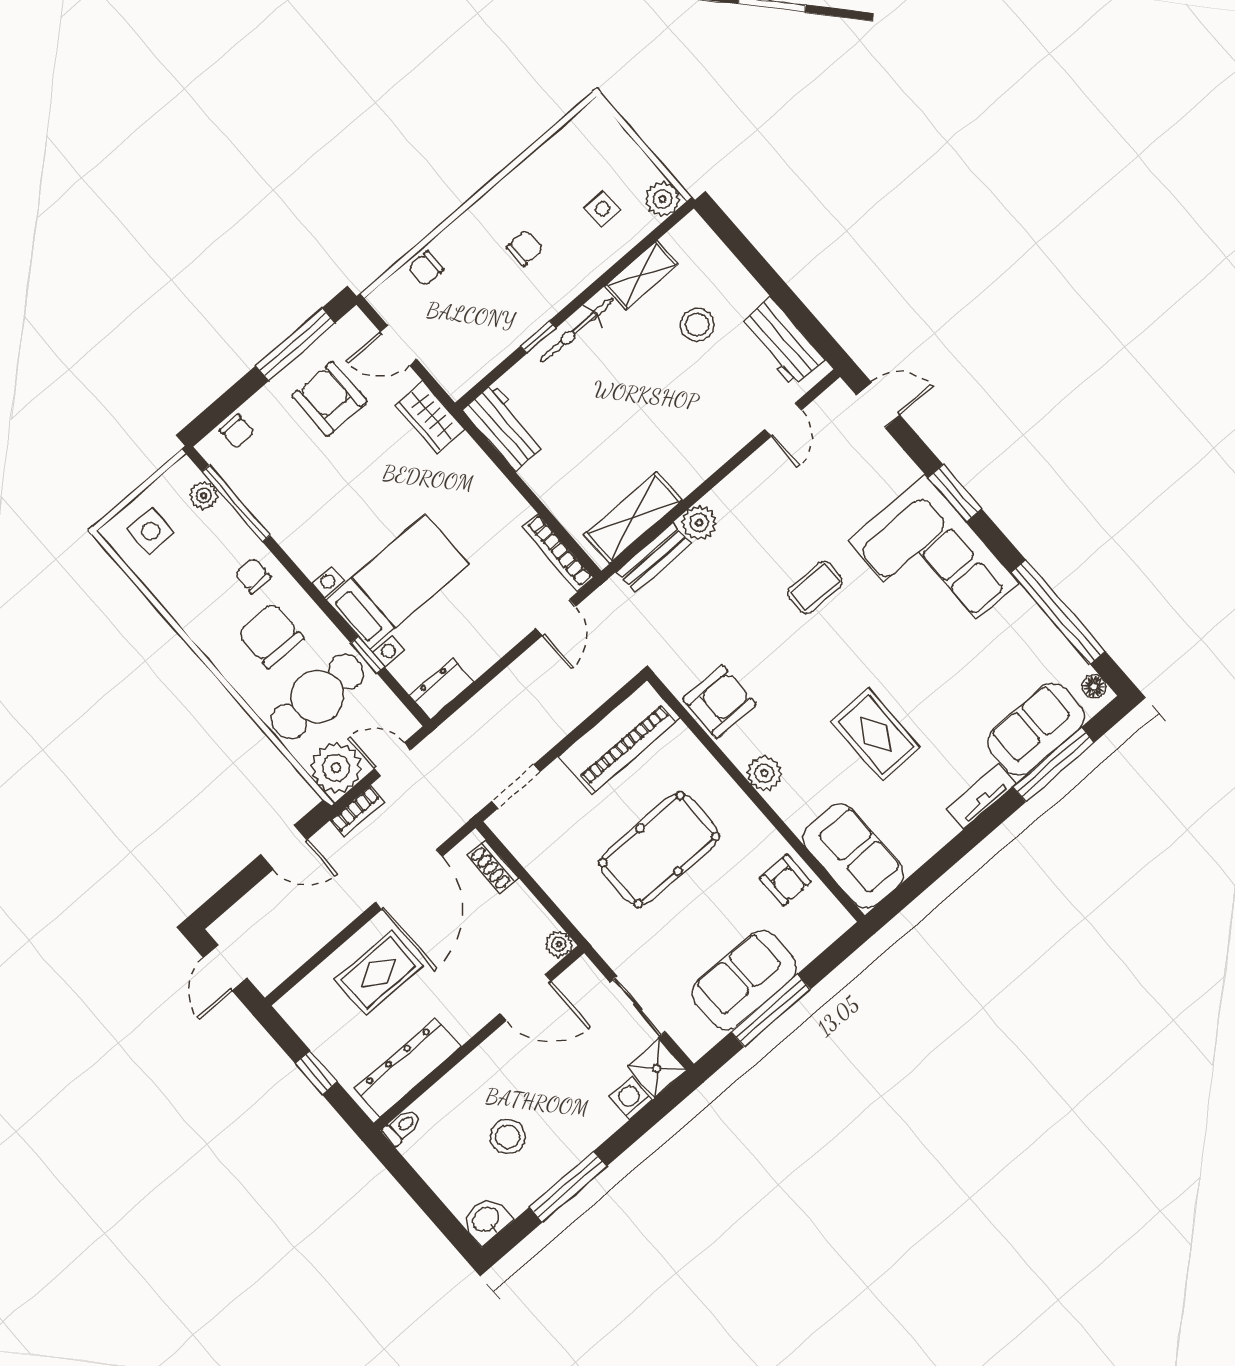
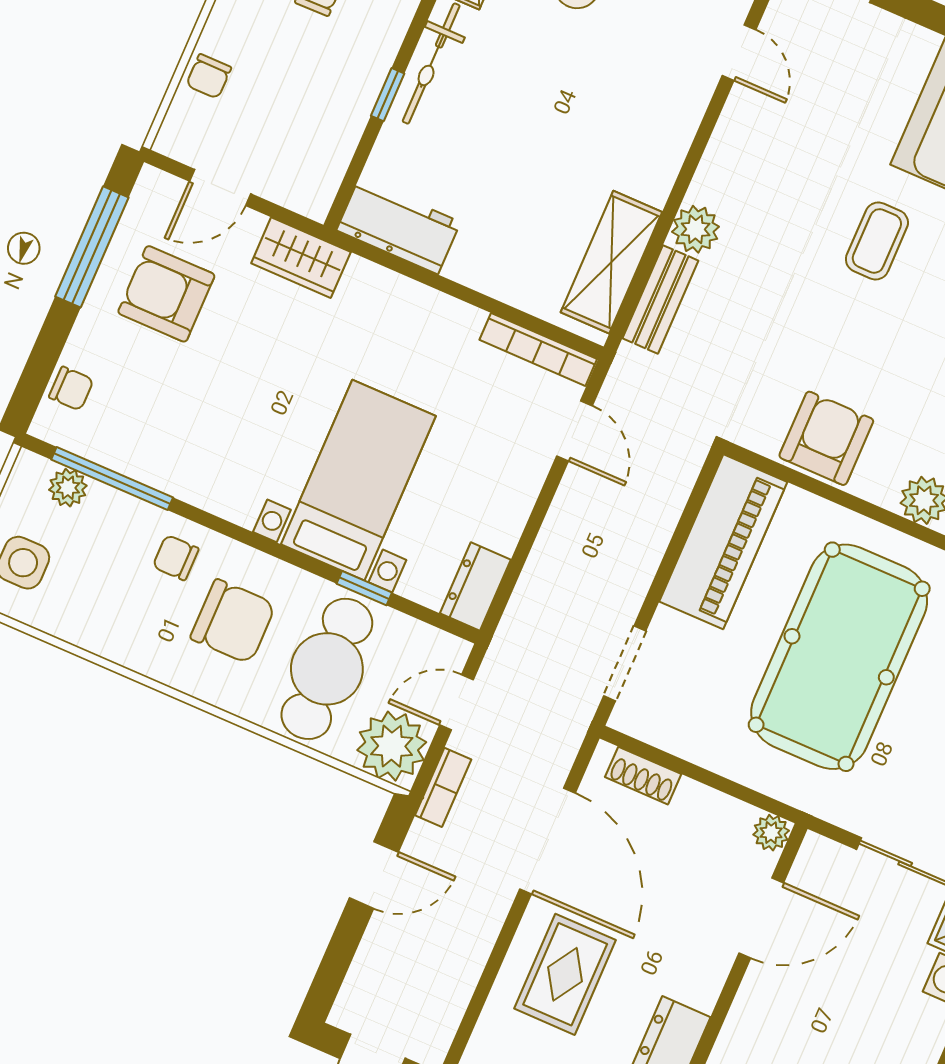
chair: (271, 636) -> (233, 621), turned 180
pool table: (659, 850) -> (839, 657), width x1.36, depth x1.32

